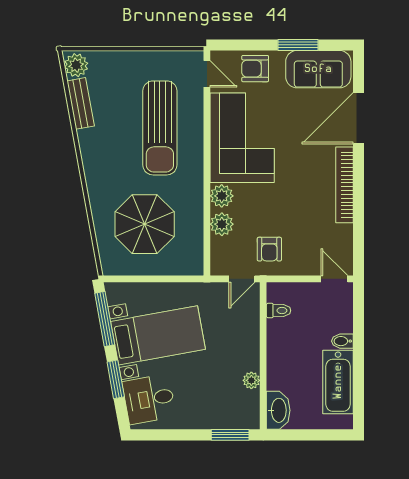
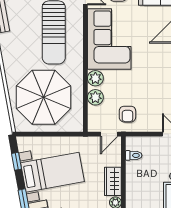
parasol: (145, 224) -> (43, 97), width x1.36, depth x1.36
window: (105, 319) -> (17, 161), width x0.46
wardrobe: (248, 349) -> (113, 181), added

